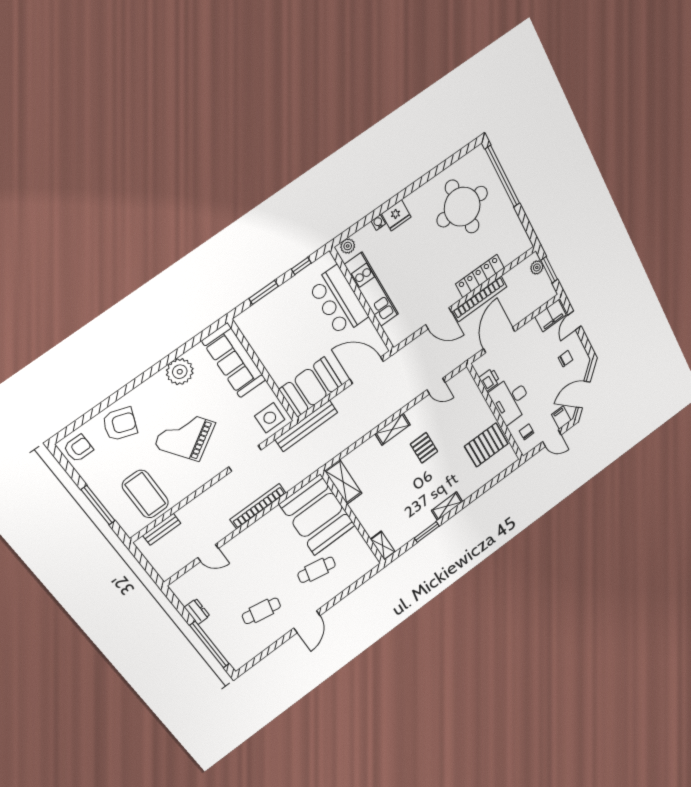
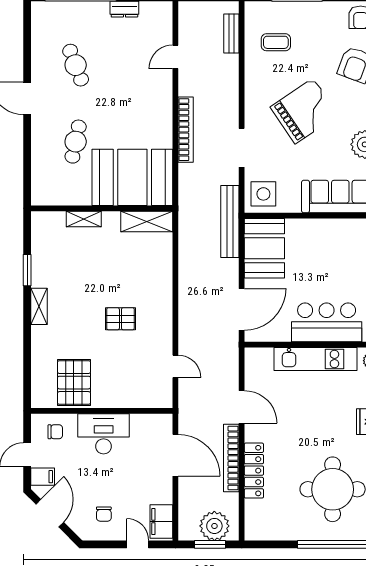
plant: (537, 267) -> (214, 526), width x1.88, depth x1.88
door: (438, 318) -> (242, 407), swing flipped
printer: (489, 380) -> (141, 423), removed
door: (436, 386) -> (175, 366), swing flipped
shelving: (393, 429) -> (164, 299), removed
coffee table: (145, 494) -> (276, 42), width x0.54, depth x0.58
shelving: (383, 546) -> (84, 219), moved
cafe table: (261, 611) -> (76, 65), turned -33

